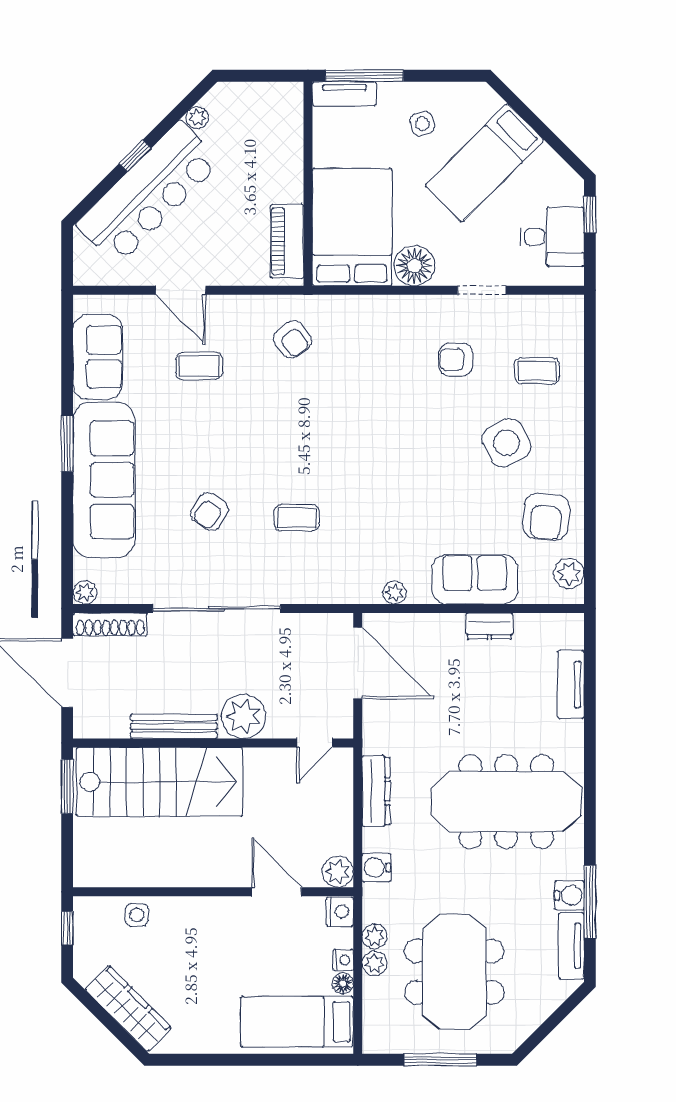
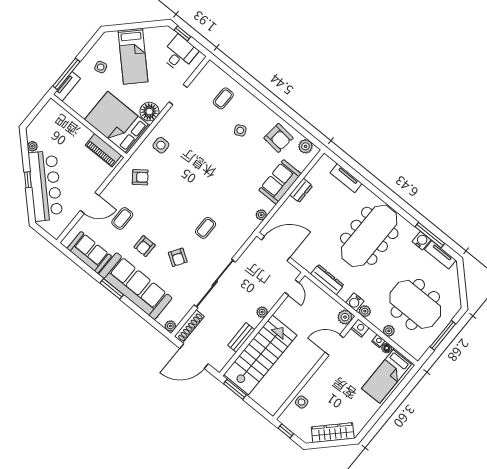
side table: (374, 331) -> (161, 145), added
armchair: (456, 359) -> (145, 246), moved
side table: (507, 443) -> (240, 130), width x0.54, depth x0.54
plant: (243, 716) -> (262, 312), width x0.53, depth x0.53
bench: (174, 726) -> (241, 337), width x0.73
plant: (375, 936) -> (365, 311), moved

